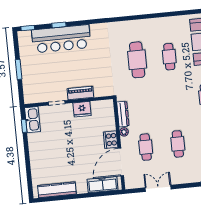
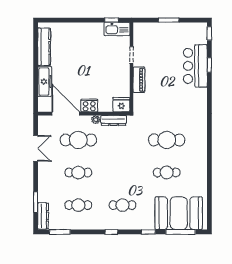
bar counter: (61, 39) -> (195, 66), width x0.73
fridge: (82, 109) -> (121, 105), moved, turned 90
cafe table: (146, 147) -> (78, 140), width x1.37, depth x1.35
freezer: (103, 185) -> (45, 82), moved

